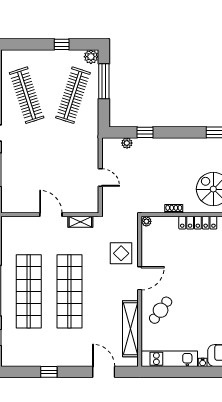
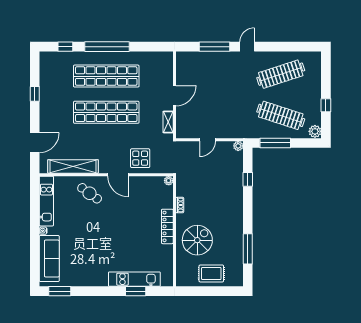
window: (104, 81) -> (275, 143), moved
plant: (127, 143) -> (238, 146), moved

